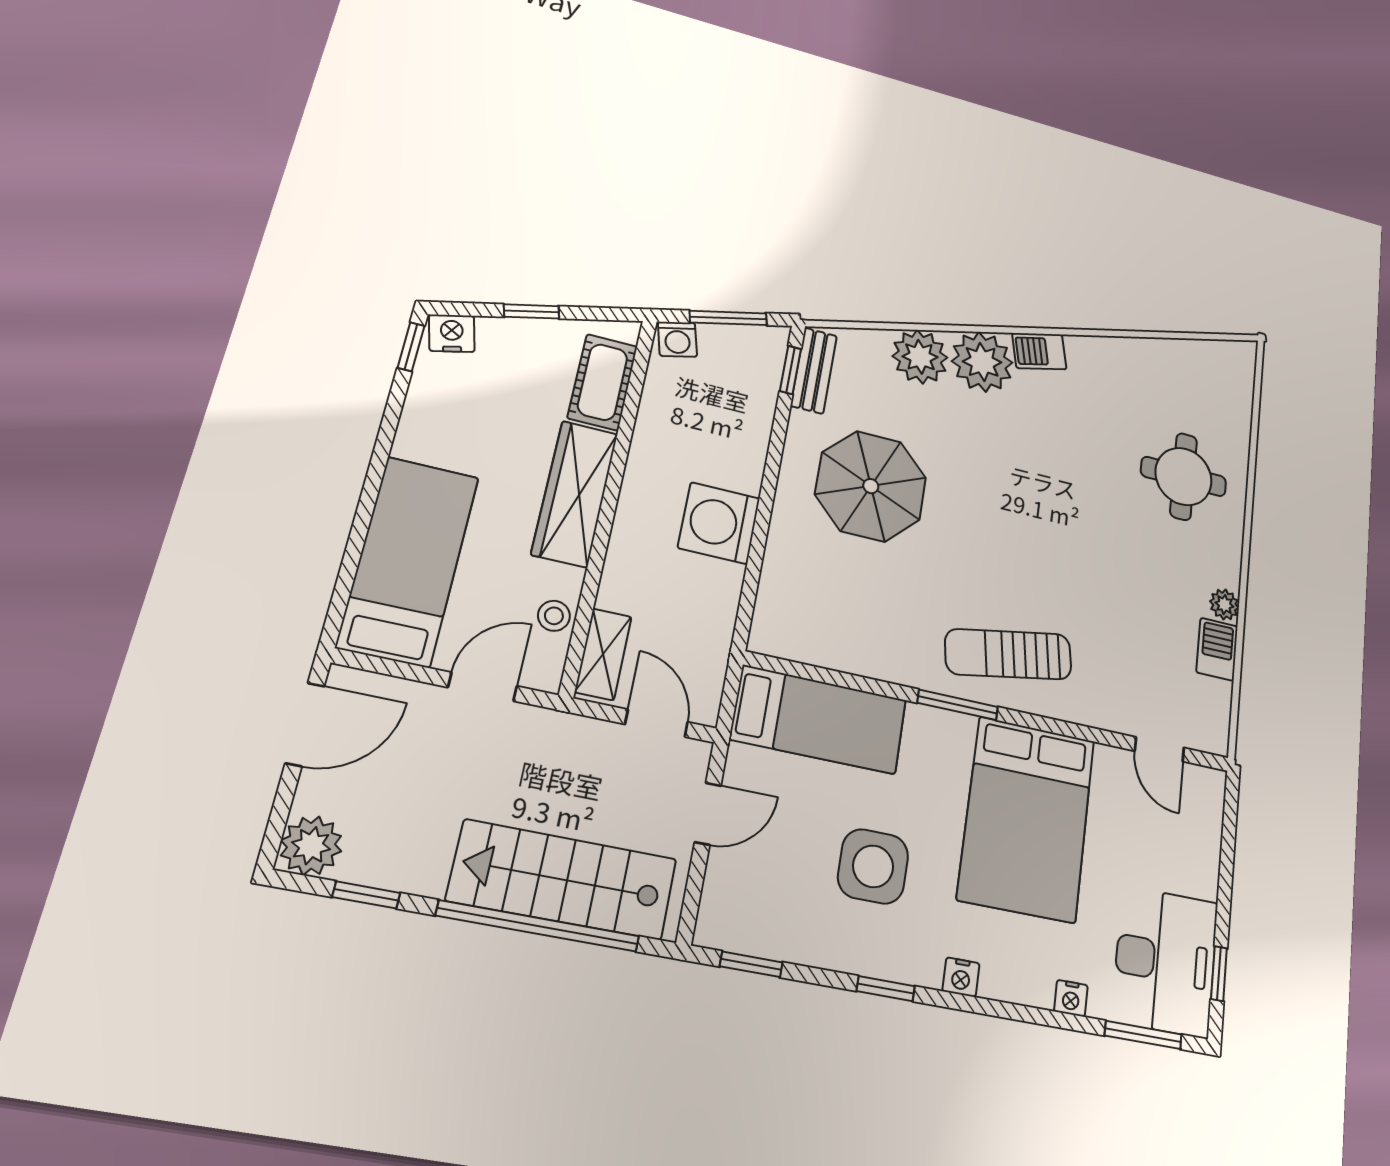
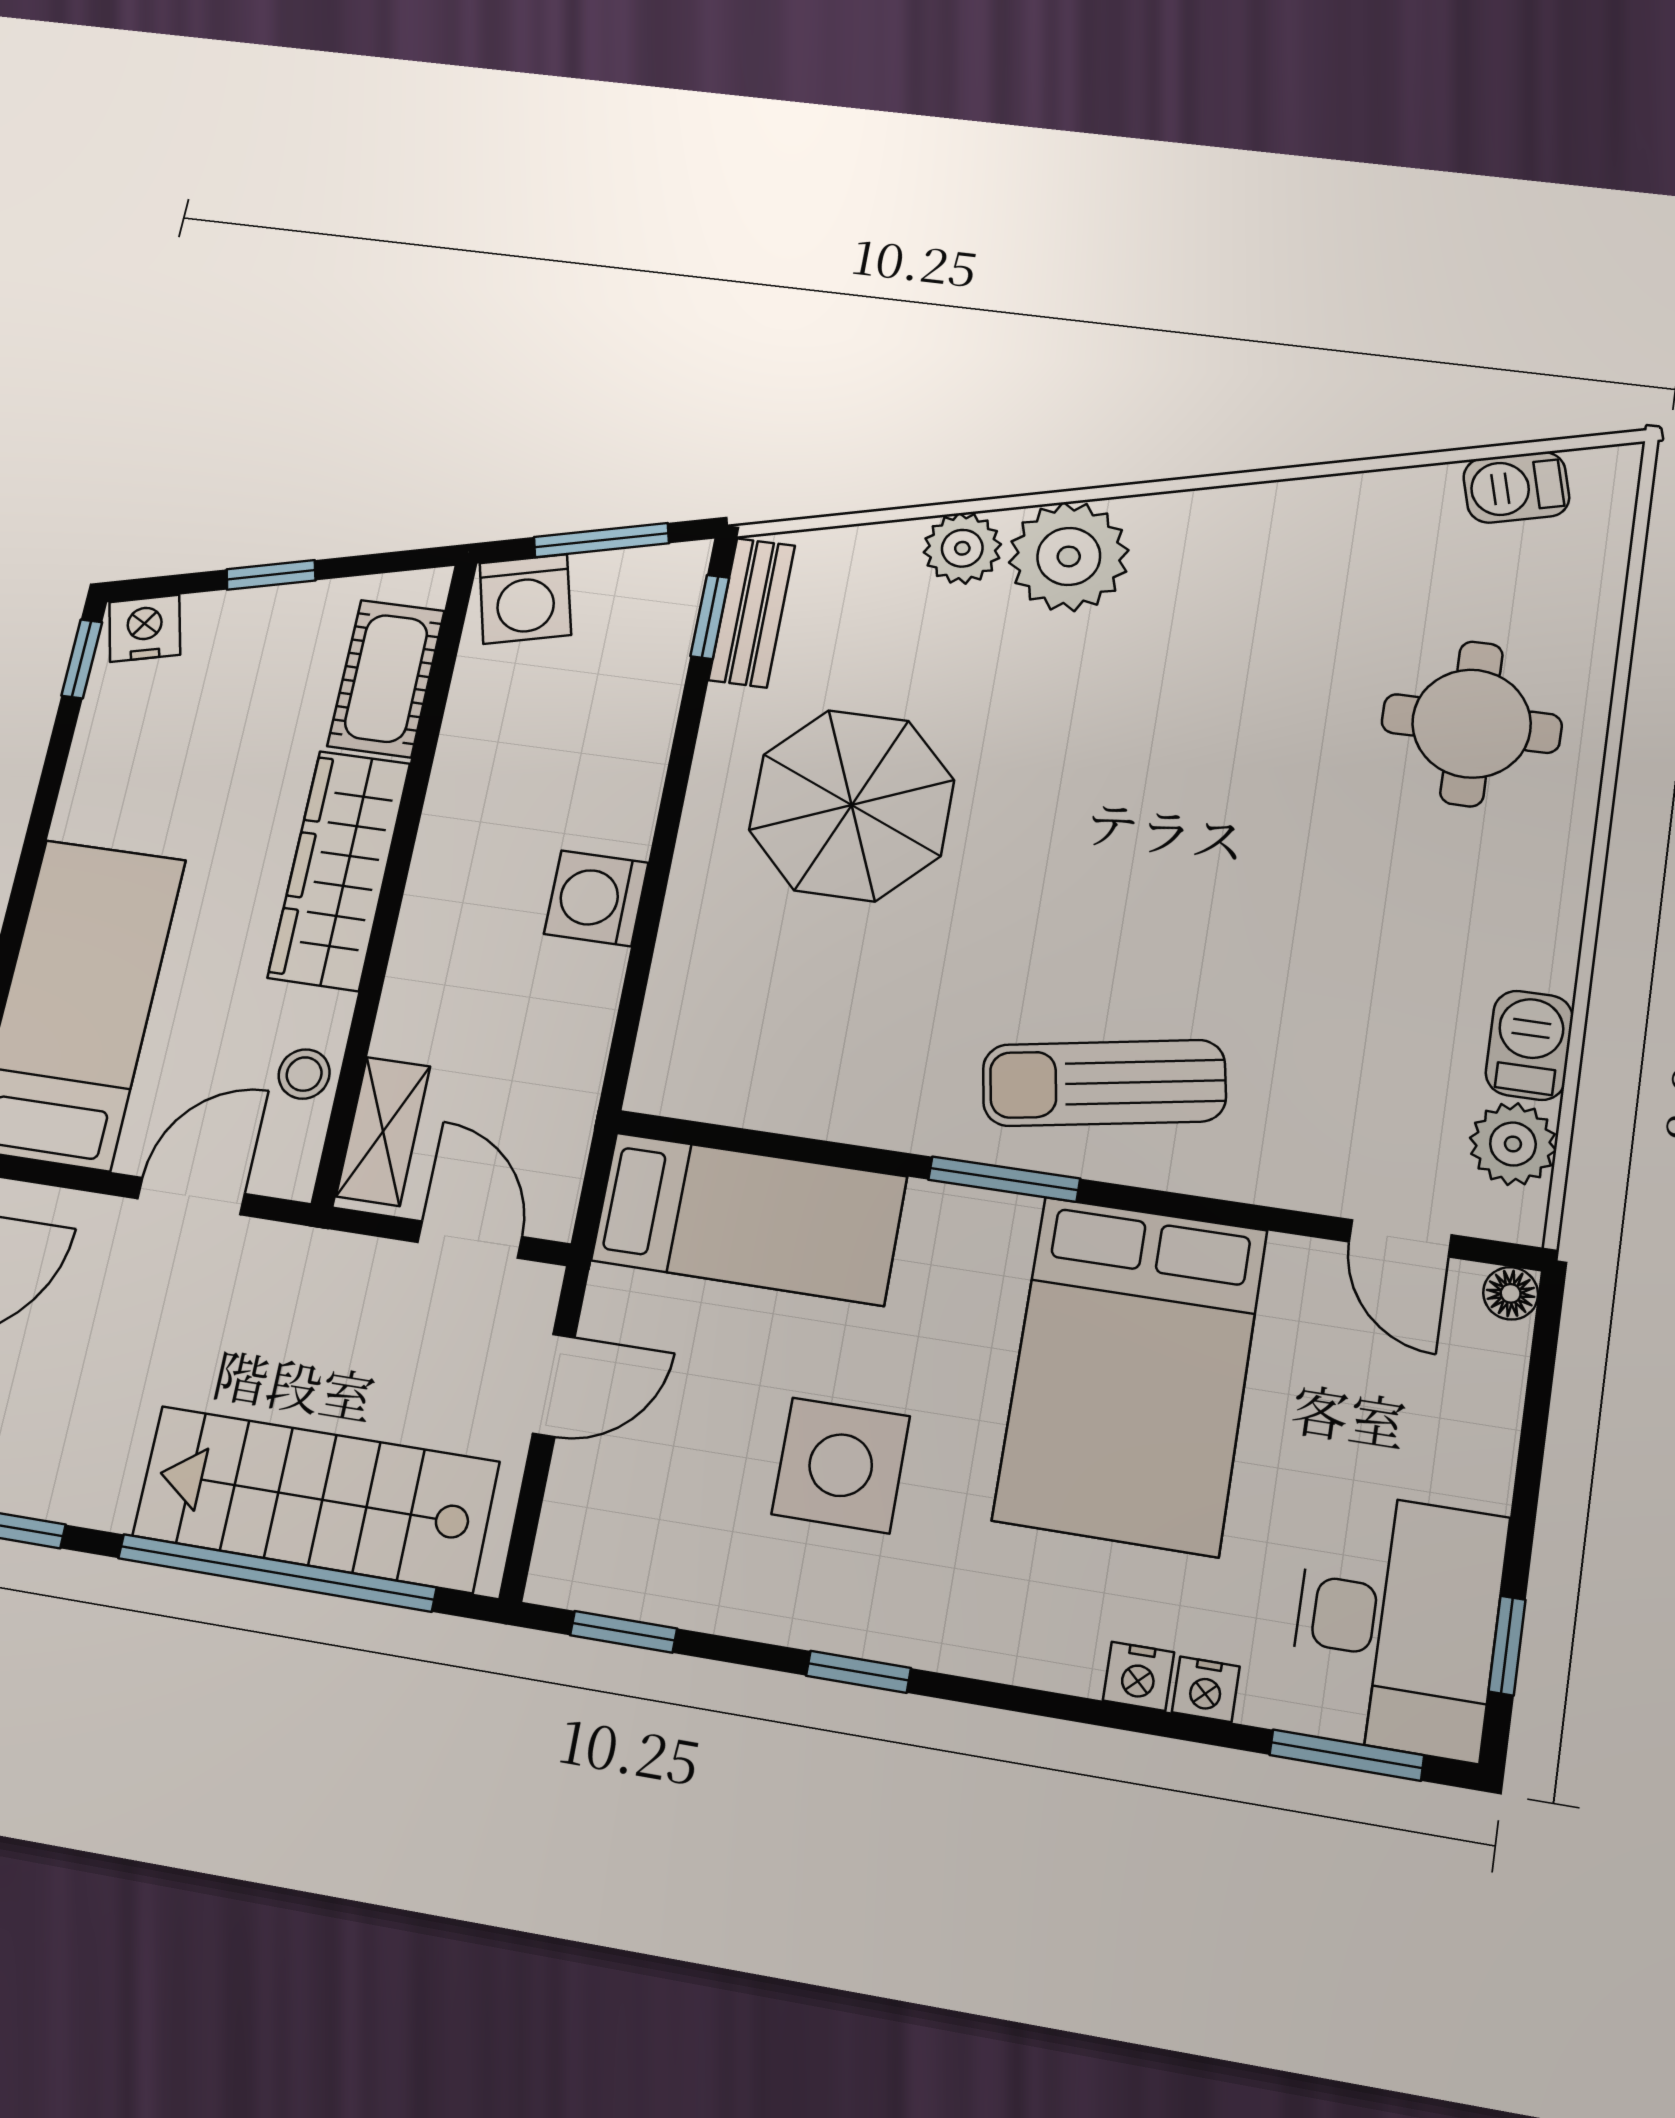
washing machine: (677, 339) -> (525, 599), width x1.38, depth x1.38
barbecue: (1039, 351) -> (1516, 487), moved
plant: (920, 357) -> (962, 548), width x0.73, depth x0.73
washing machine: (719, 523) -> (596, 898), width x0.73, depth x0.73
plant: (1224, 605) -> (1513, 1144), moved, width x1.38, depth x1.38
floor lamp: (1213, 782) -> (1511, 1293), added
nightstand: (961, 977) -> (1139, 1676), moved

